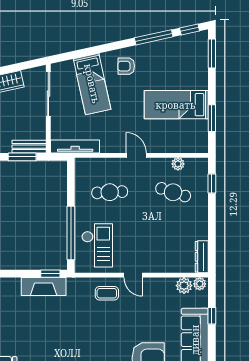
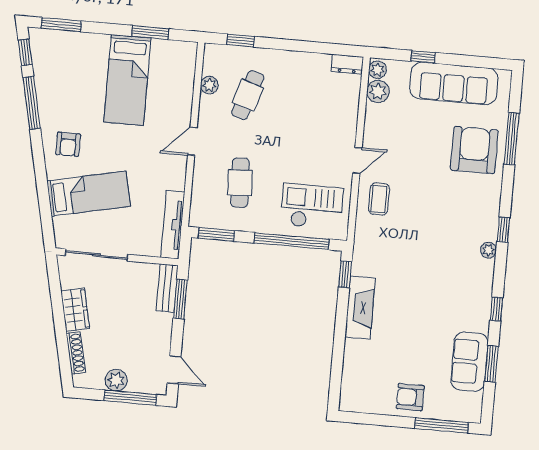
window: (71, 179) -> (216, 234), added
dresser: (202, 257) -> (347, 64), width x0.70
fireplace: (44, 287) -> (360, 308), moved

